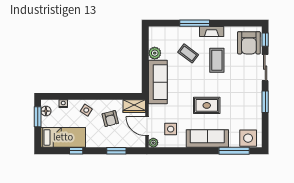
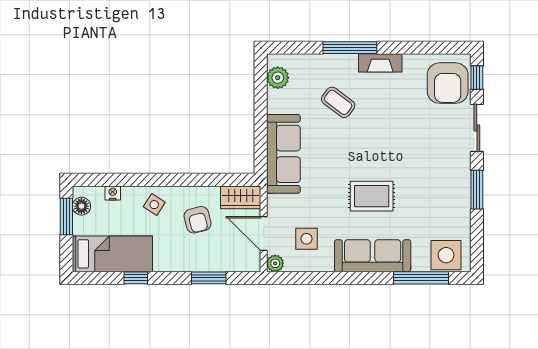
plant: (155, 53) -> (278, 78), moved
coffee table: (217, 60) -> (390, 115), removed

